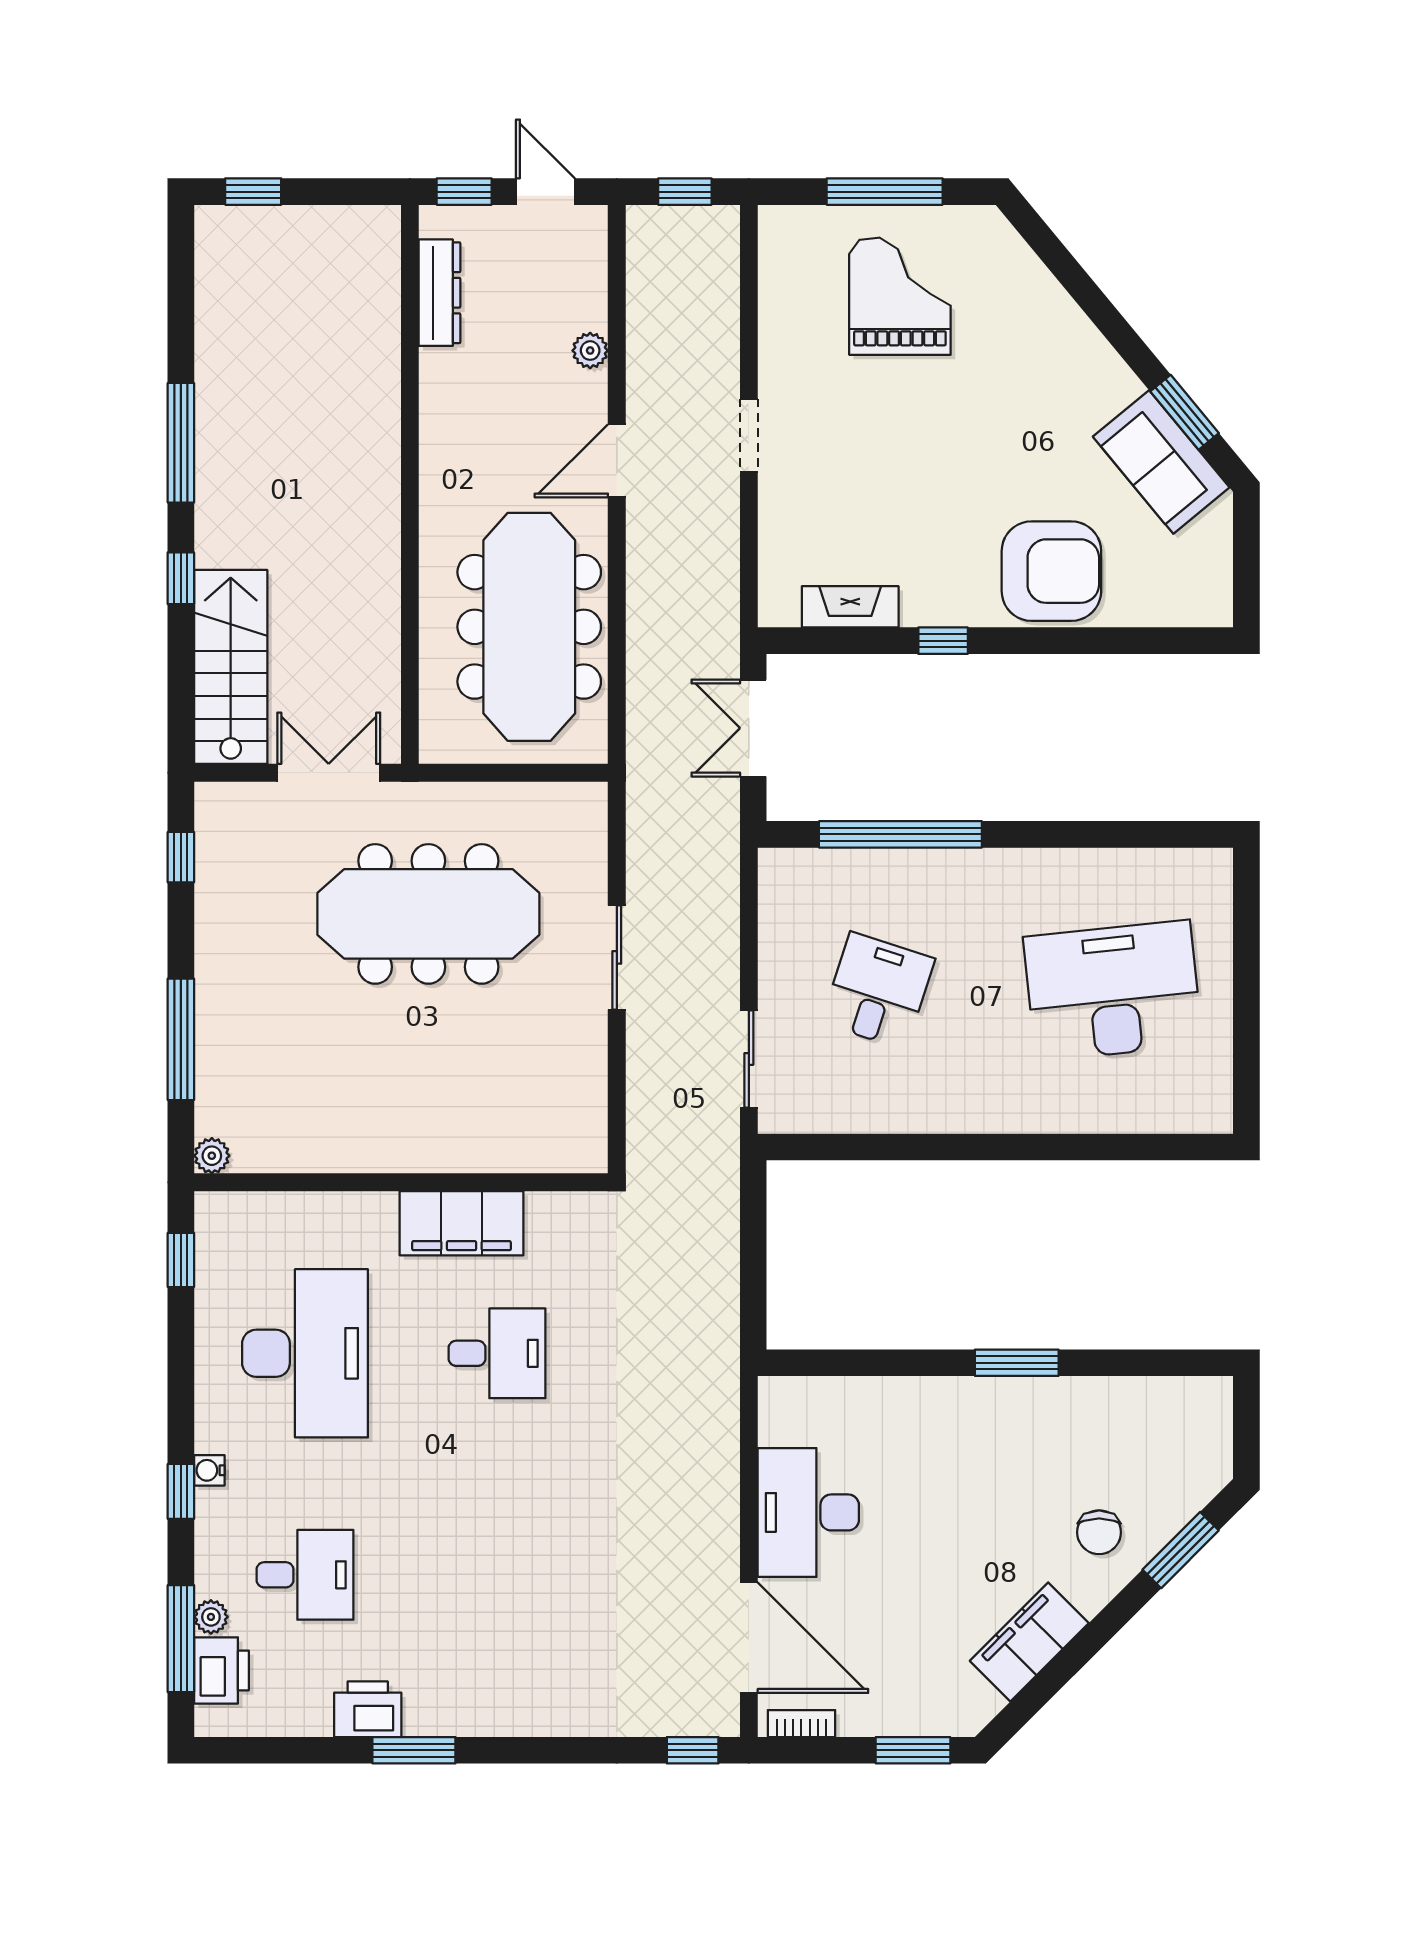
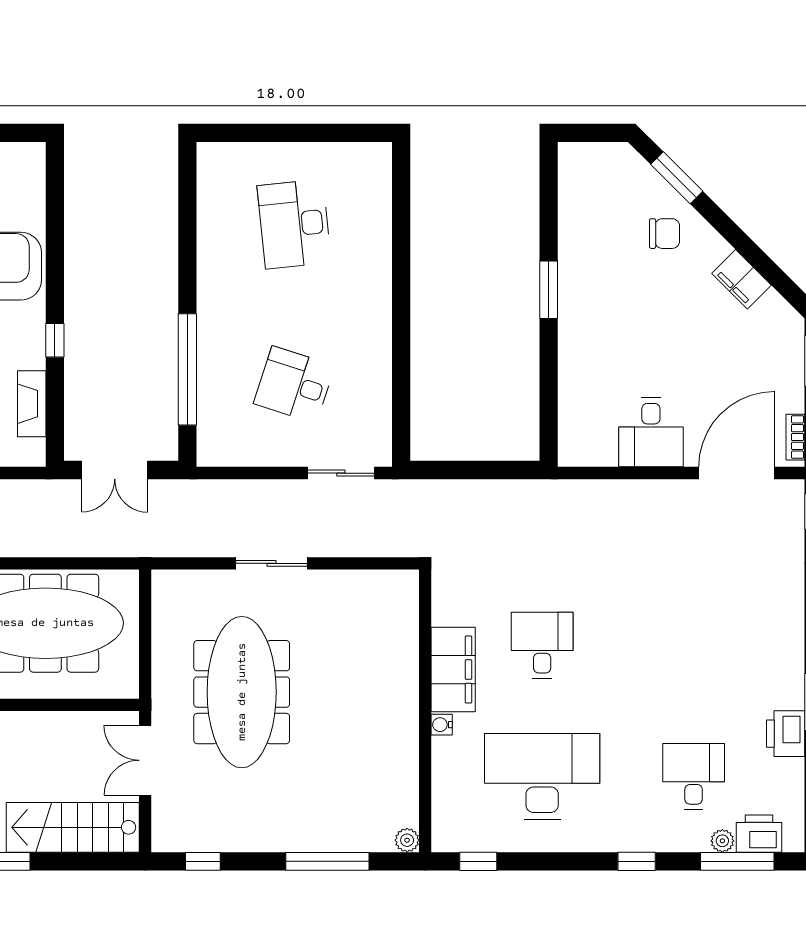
desk: (1113, 991) -> (294, 224), width x0.73, depth x0.77
water cooler: (209, 1470) -> (442, 725), moved, turned 90
desk: (808, 1512) -> (651, 432), width x0.73
filing cabinet: (1029, 1642) -> (741, 279), width x0.67, depth x0.86

